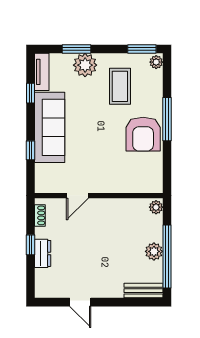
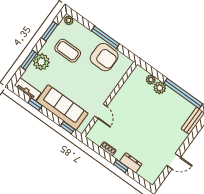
window: (142, 49) -> (50, 31), moved
door: (77, 196) -> (101, 111), moved
wall: (99, 196) -> (110, 99), moved
plant: (154, 251) -> (160, 88), moved

